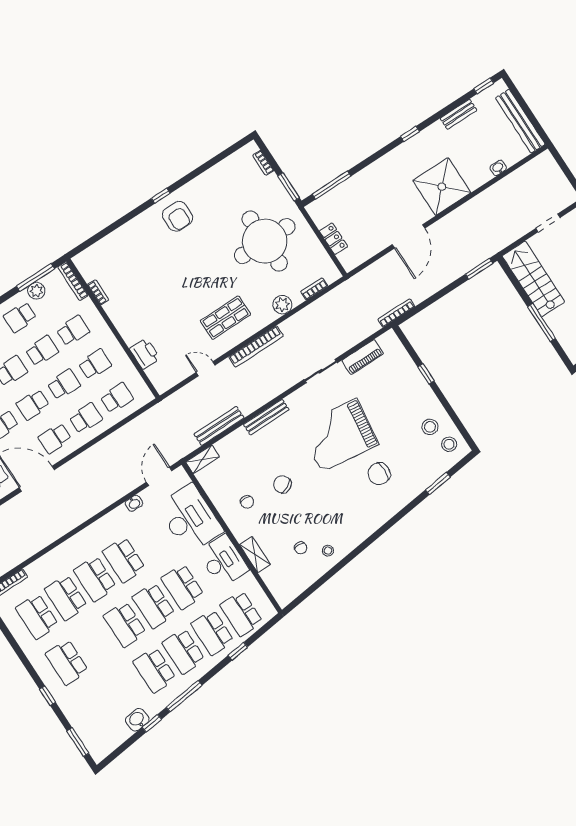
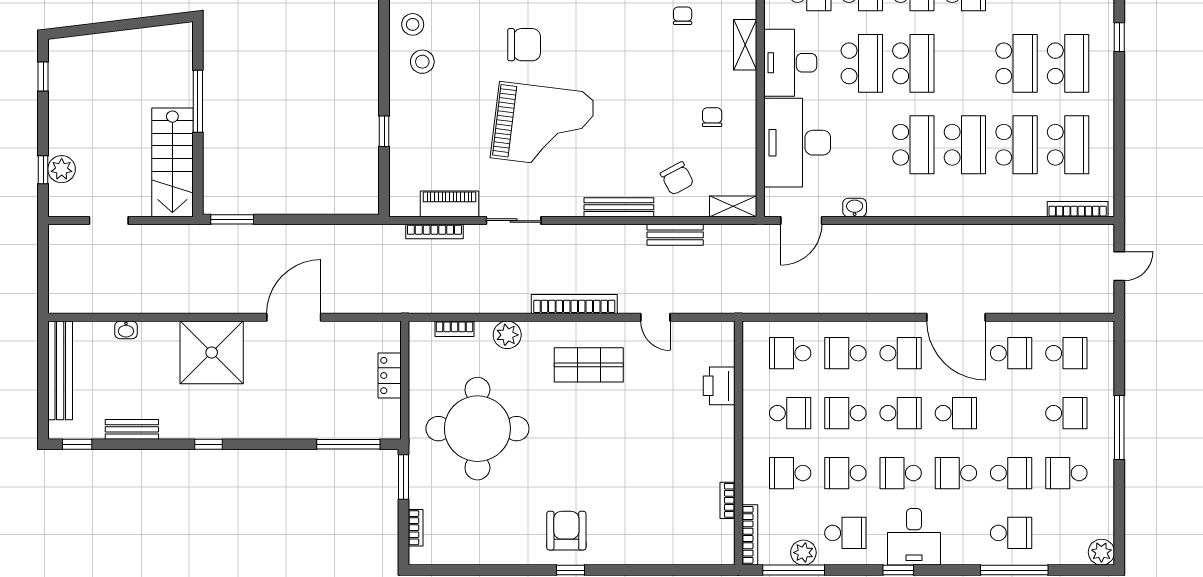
bookcase: (396, 313) -> (434, 232), moved
school desk: (95, 364) -> (790, 413), turned 180
bench: (219, 426) -> (675, 235), width x0.73
chair: (282, 484) -> (677, 178), moved
school desk: (125, 625) -> (1016, 63), moved

